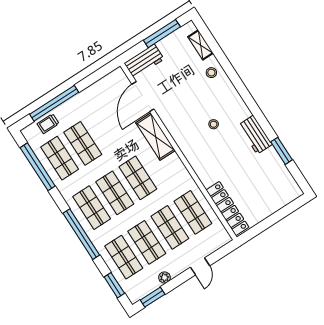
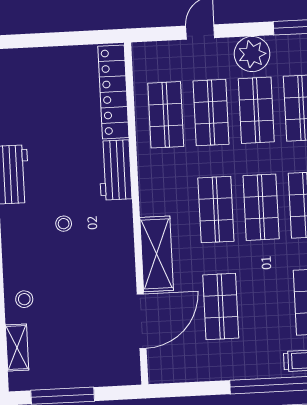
workbench: (144, 61) -> (115, 170), moved, turned -90
shop shelf: (83, 143) -> (221, 307), moved
plant: (165, 278) -> (252, 54), width x1.88, depth x1.88

